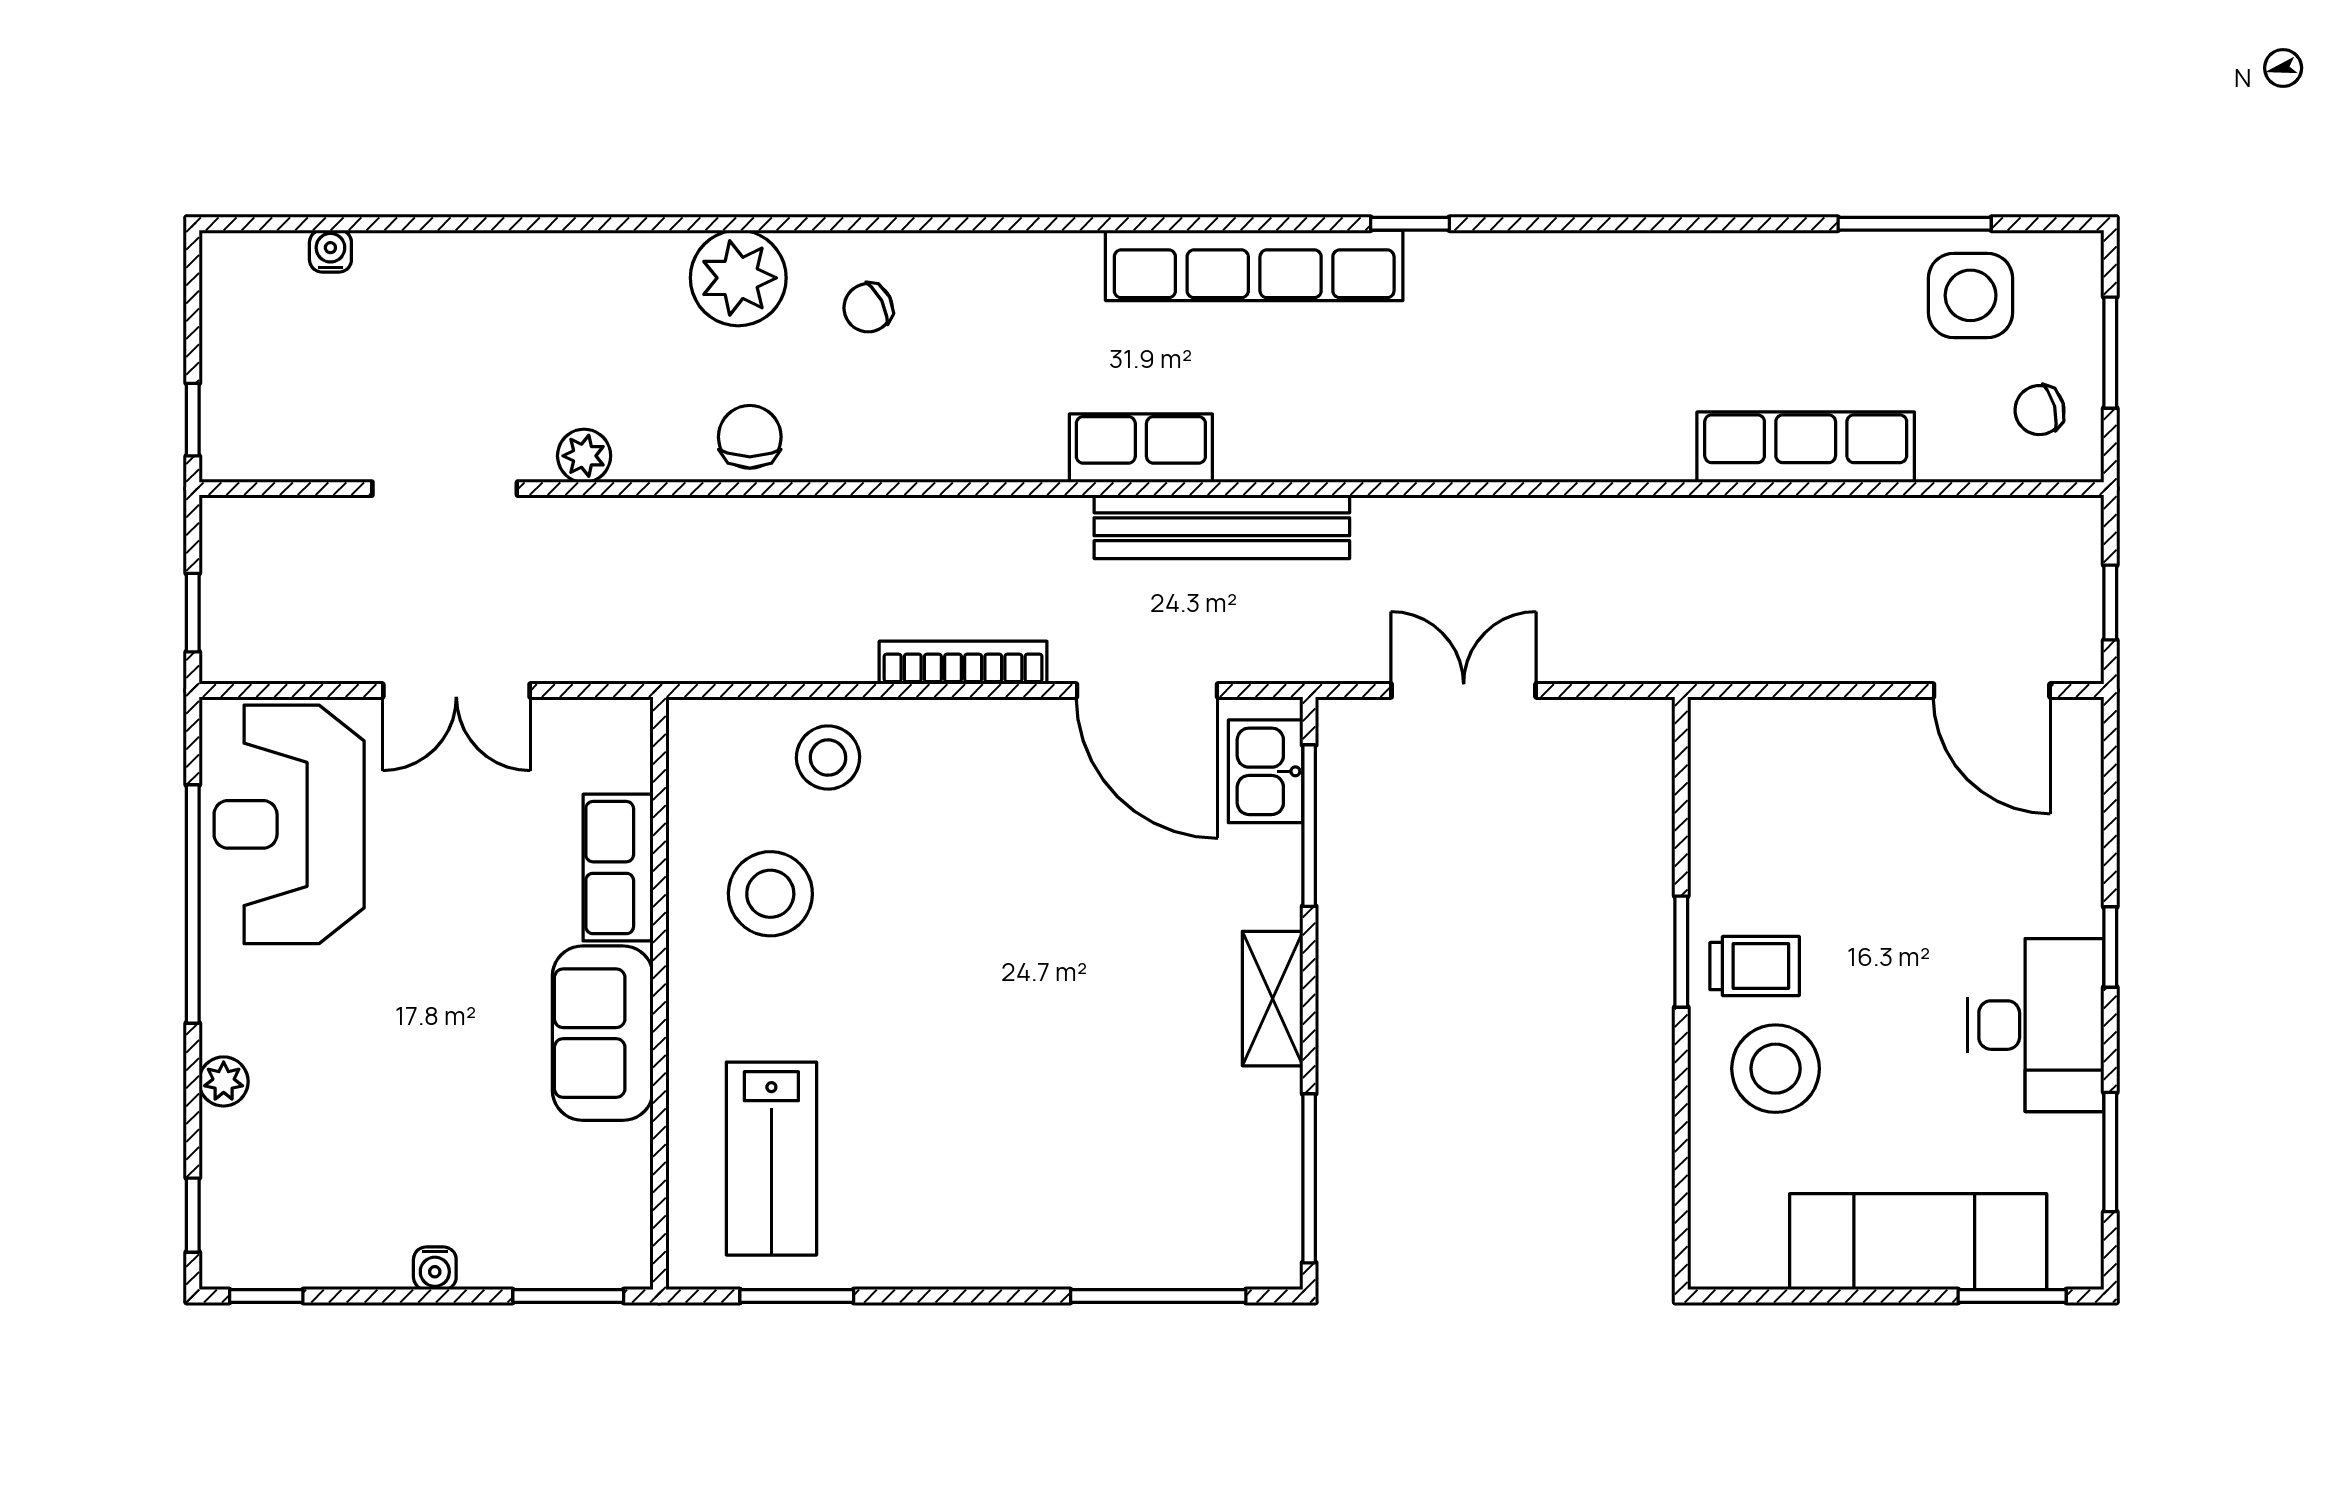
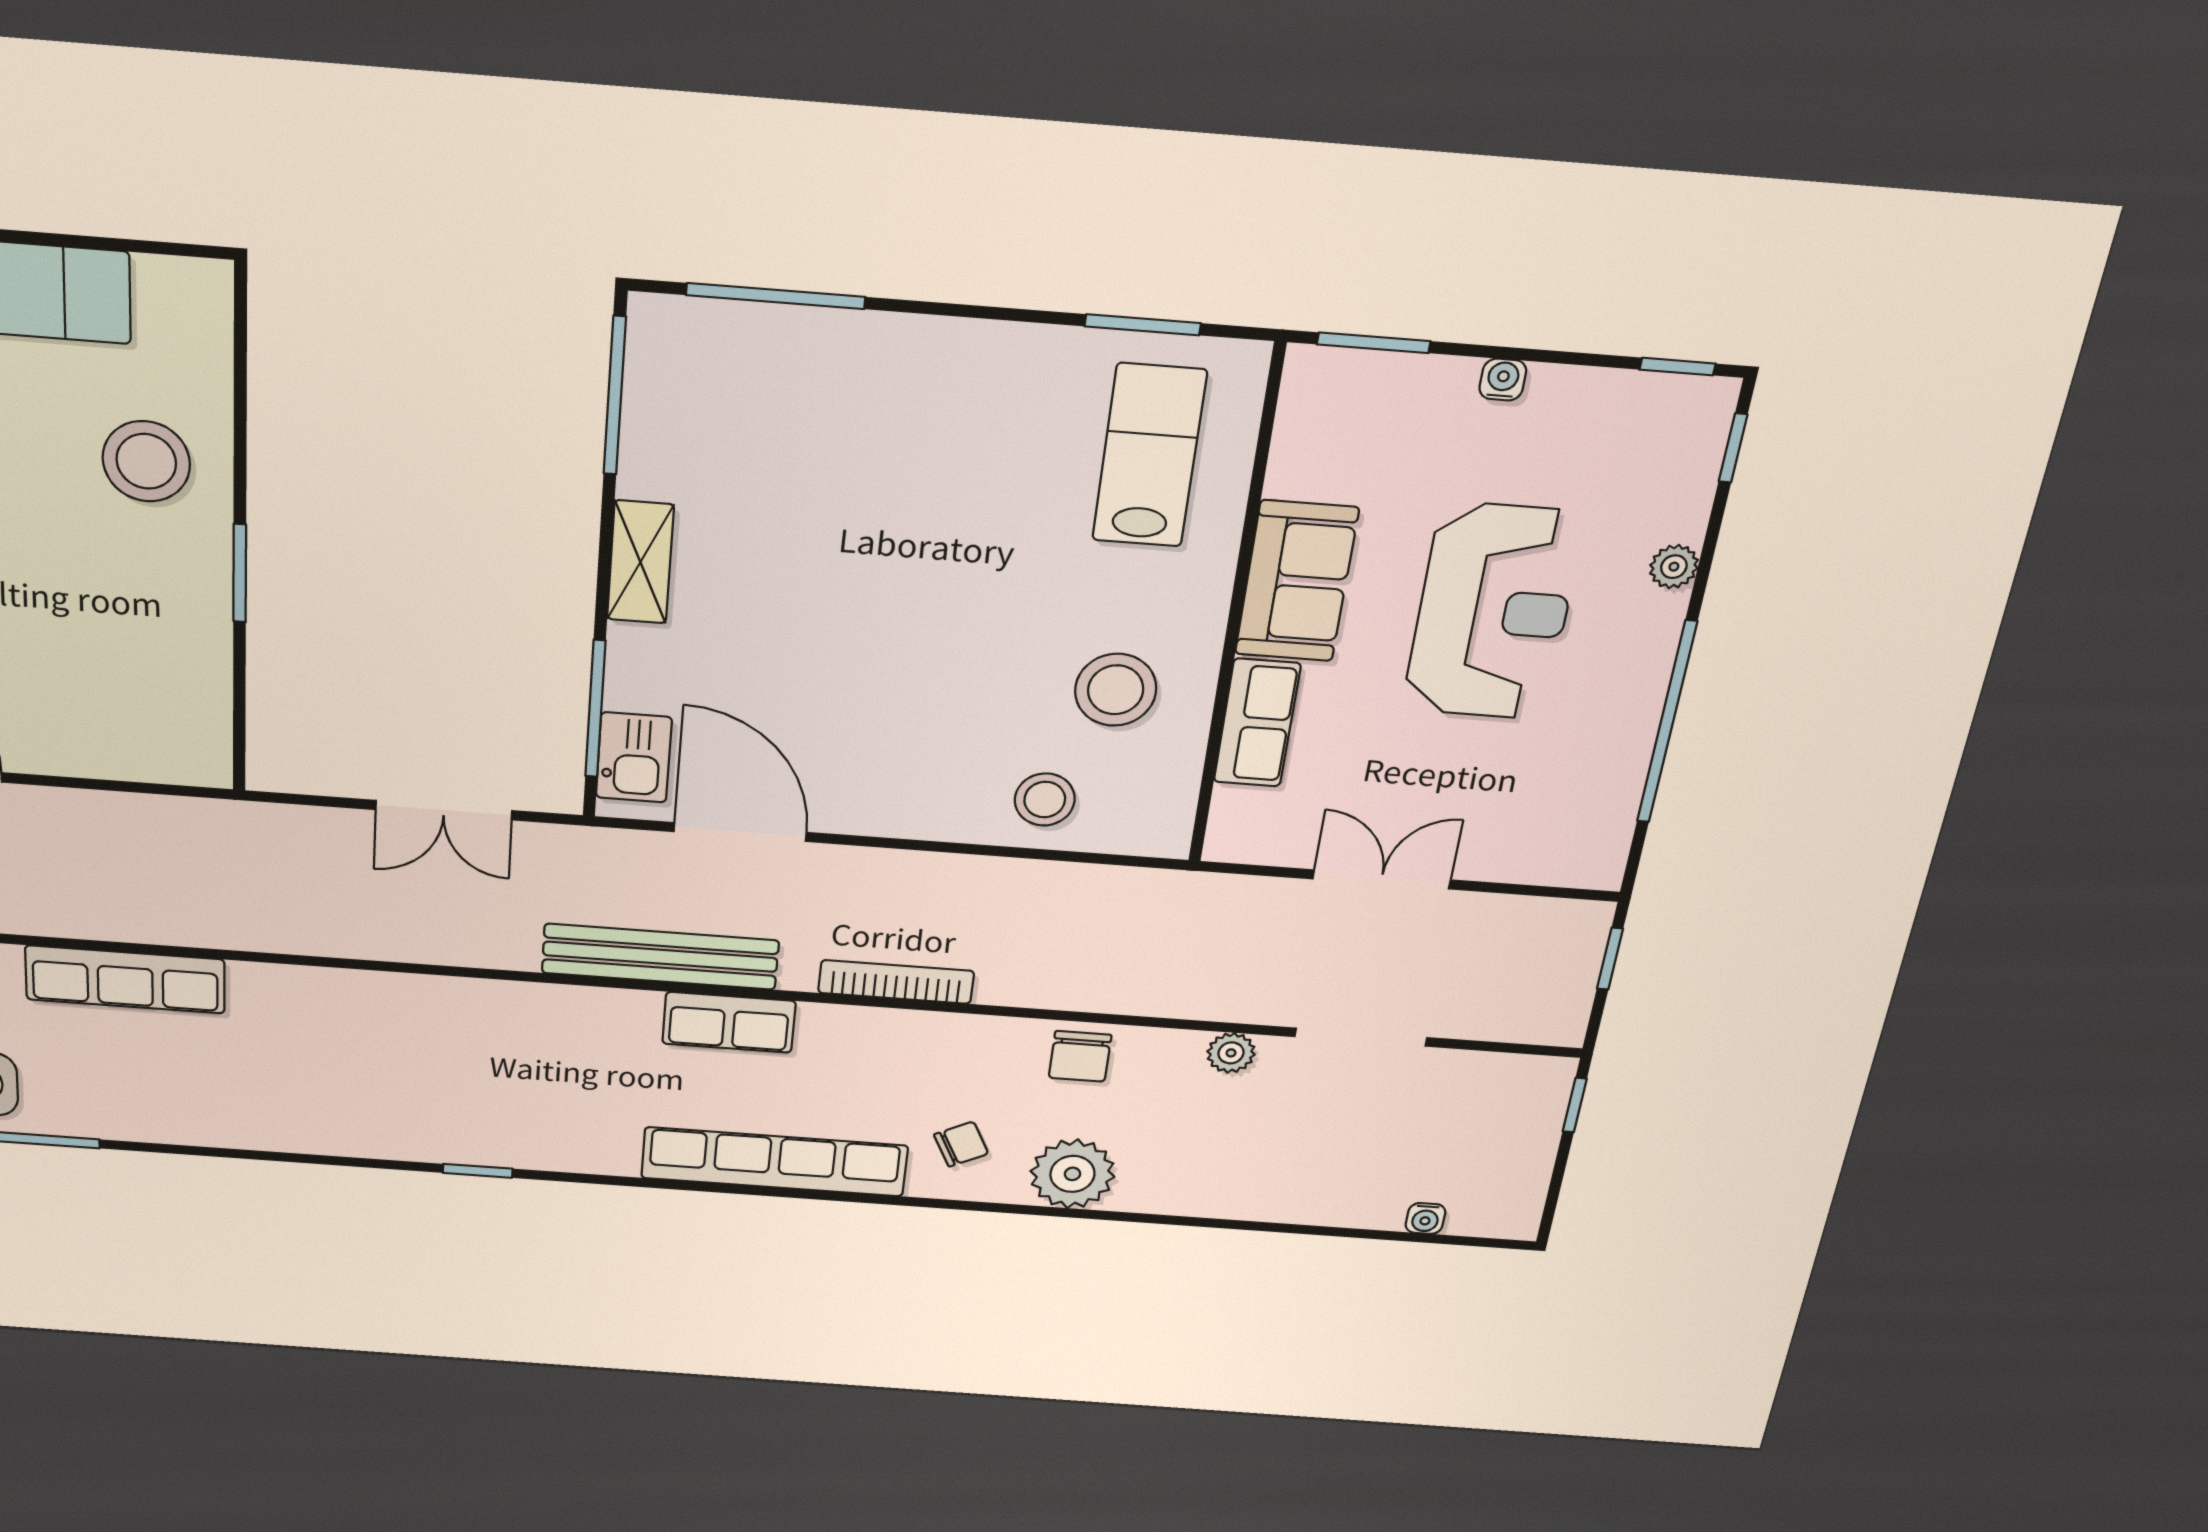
row of seats: (1254, 265) -> (774, 1162), moved
bookcase: (963, 663) -> (896, 982), moved, turned 180
reception desk: (289, 824) -> (1493, 612), moved
trolley: (1755, 966) -> (168, 555), removed

